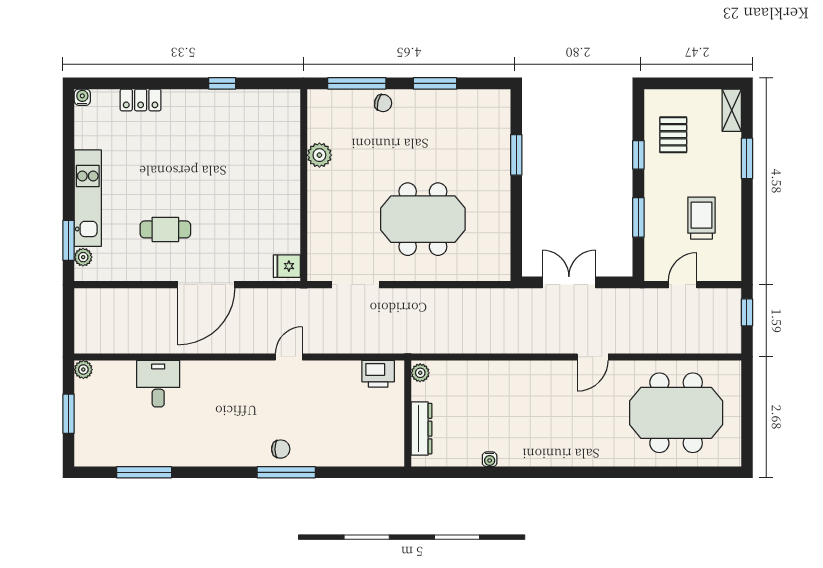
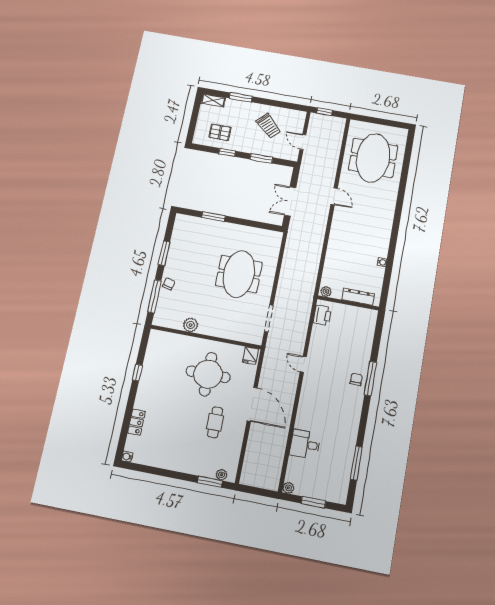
kitchen unit: (88, 198) -> (187, 465), removed
round table: (242, 202) -> (208, 374), added
trolley: (701, 218) -> (268, 126), turned -135

